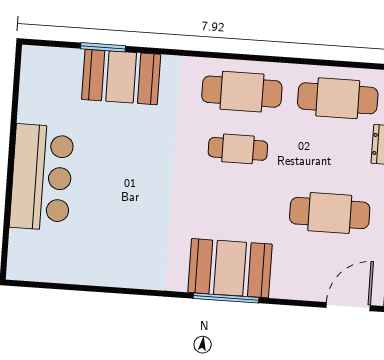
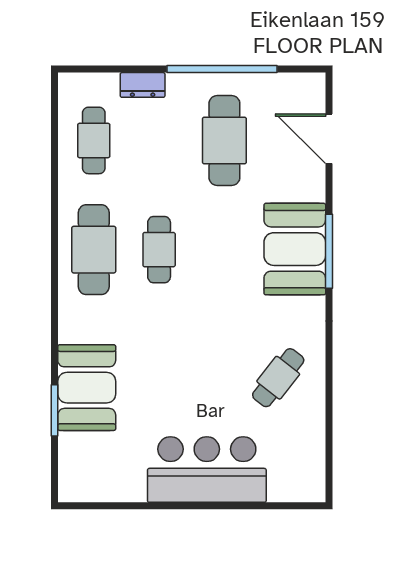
cafe table: (338, 98) -> (94, 140), width x0.73, depth x0.74
cafe table: (118, 246) -> (278, 378), added
door: (348, 307) -> (329, 139), moved

